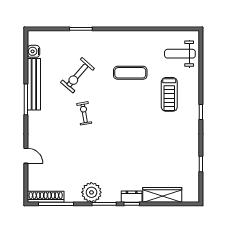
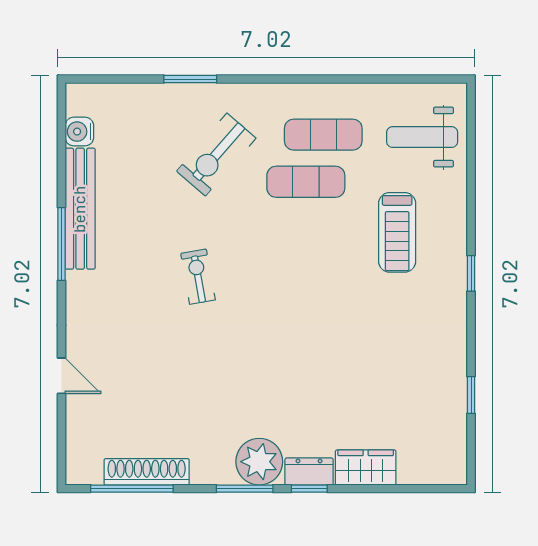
exercise mat: (138, 53) -> (323, 135), added
exercise bike: (77, 75) -> (216, 155), moved
plant: (91, 192) -> (259, 462), moved
wardrobe: (162, 195) -> (366, 467), width x0.67
shoe rack: (46, 197) -> (147, 472), moved

